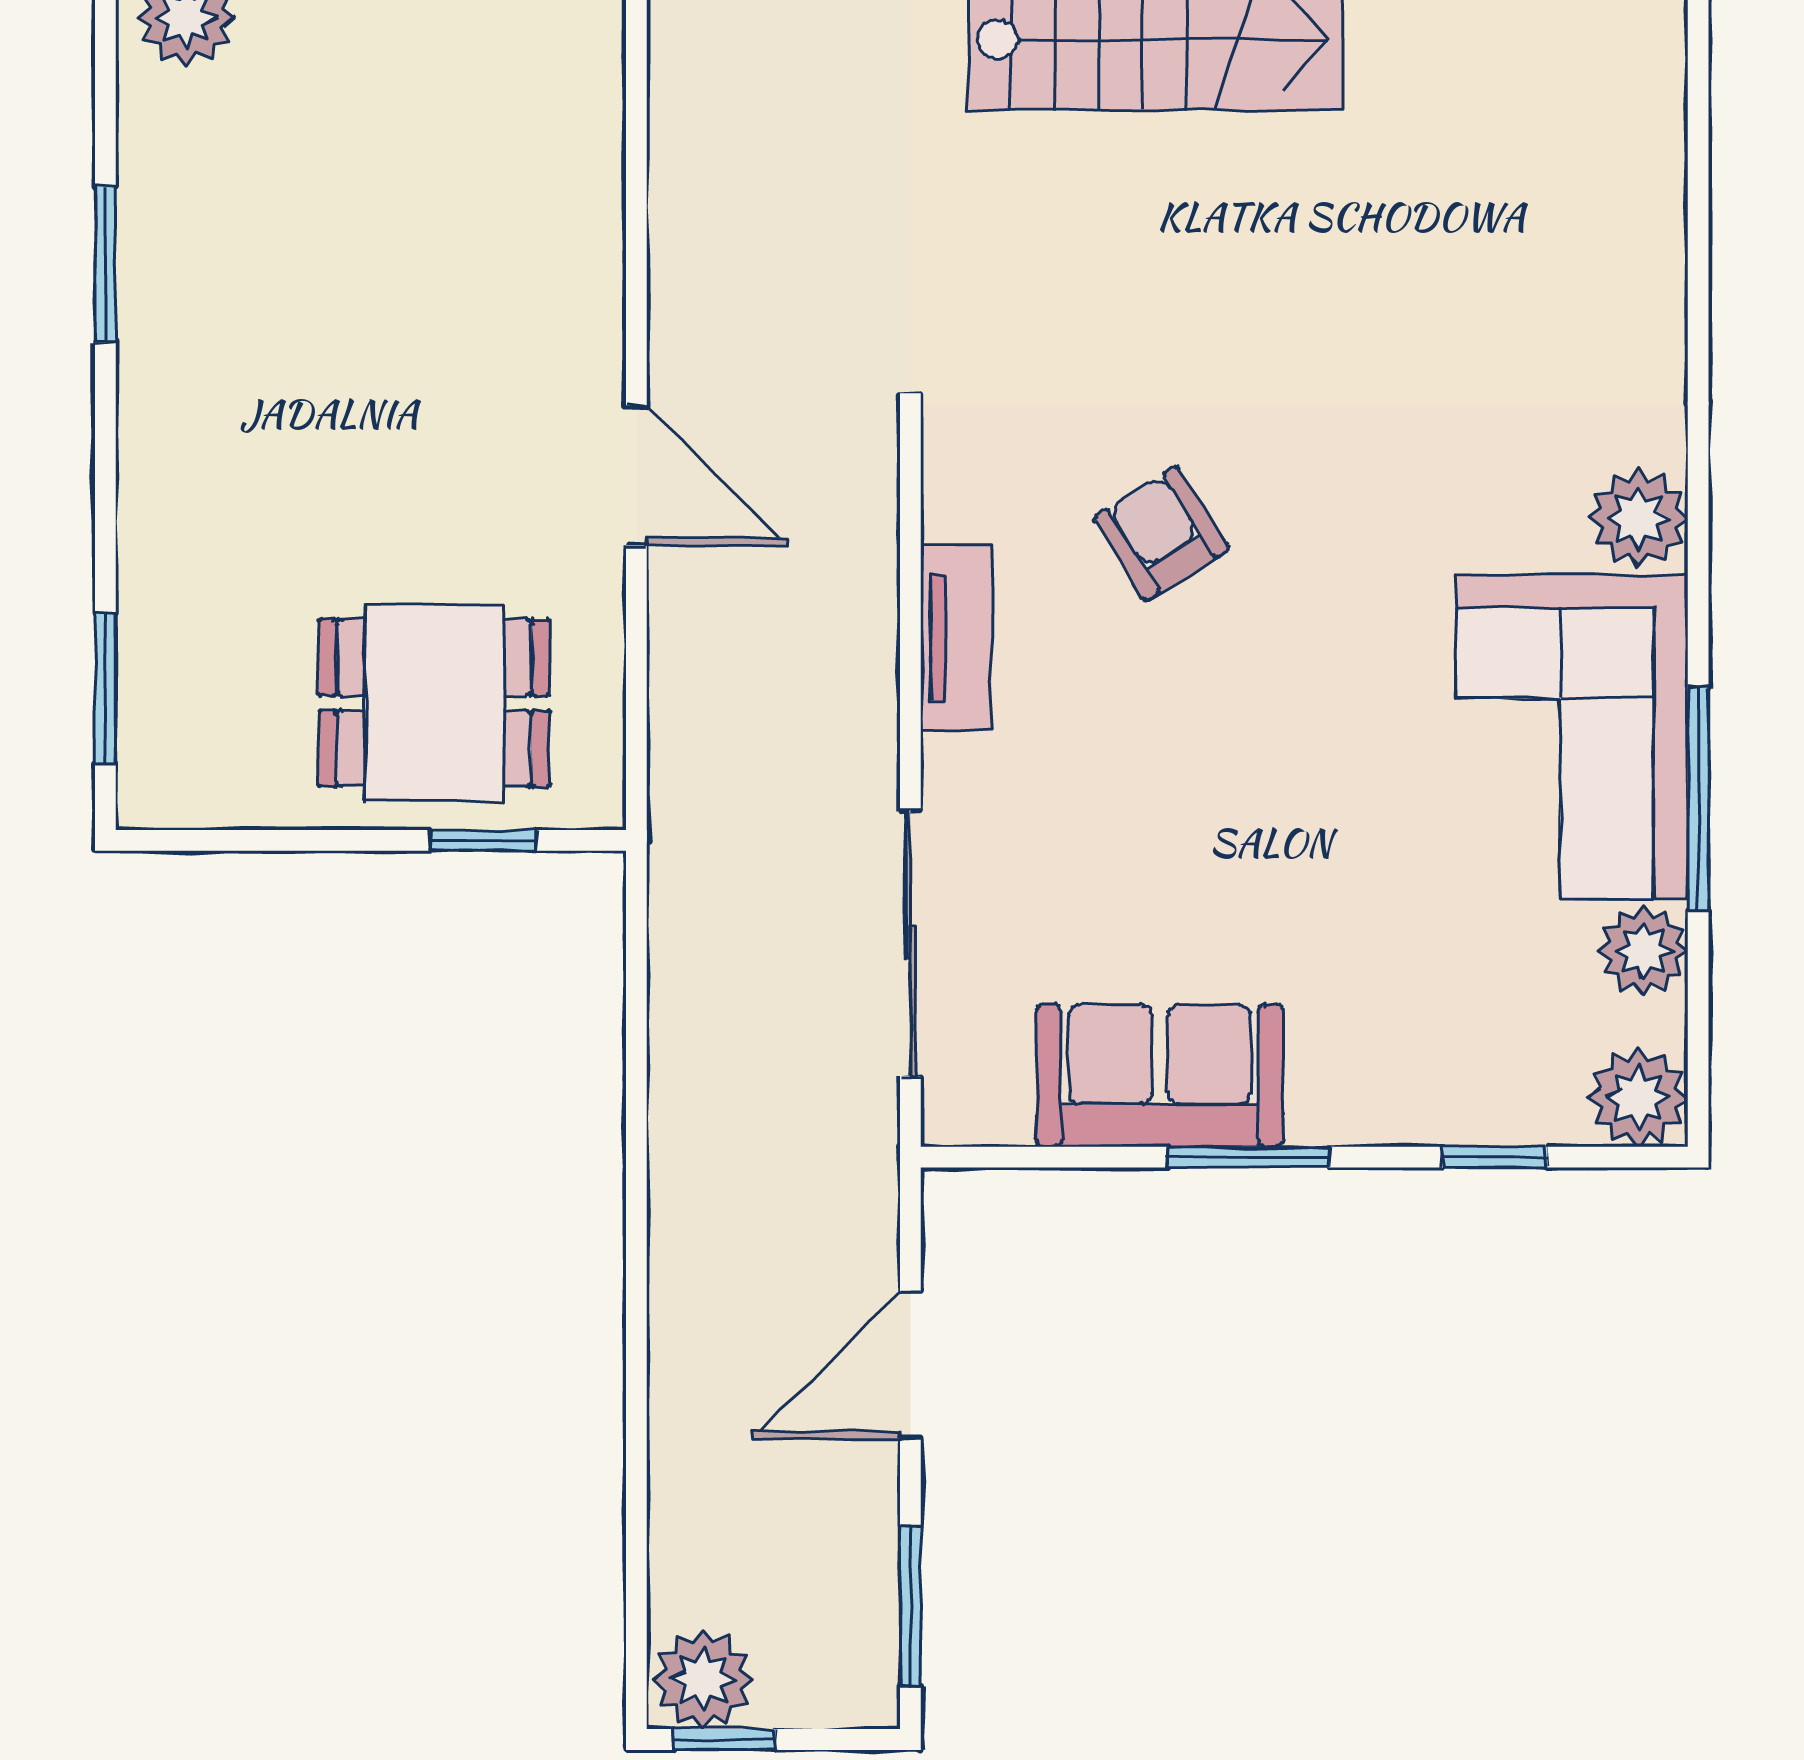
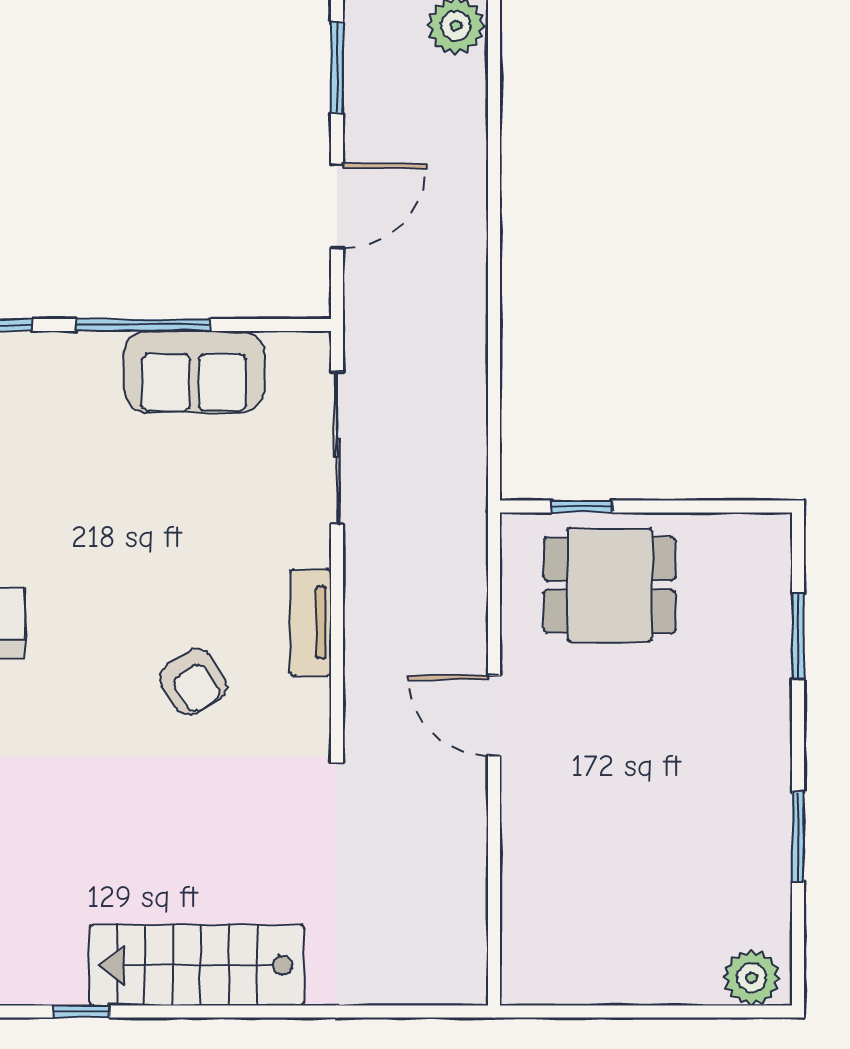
window: (105, 688) -> (798, 636), moved
window: (1249, 1157) -> (143, 325), width x1.44

